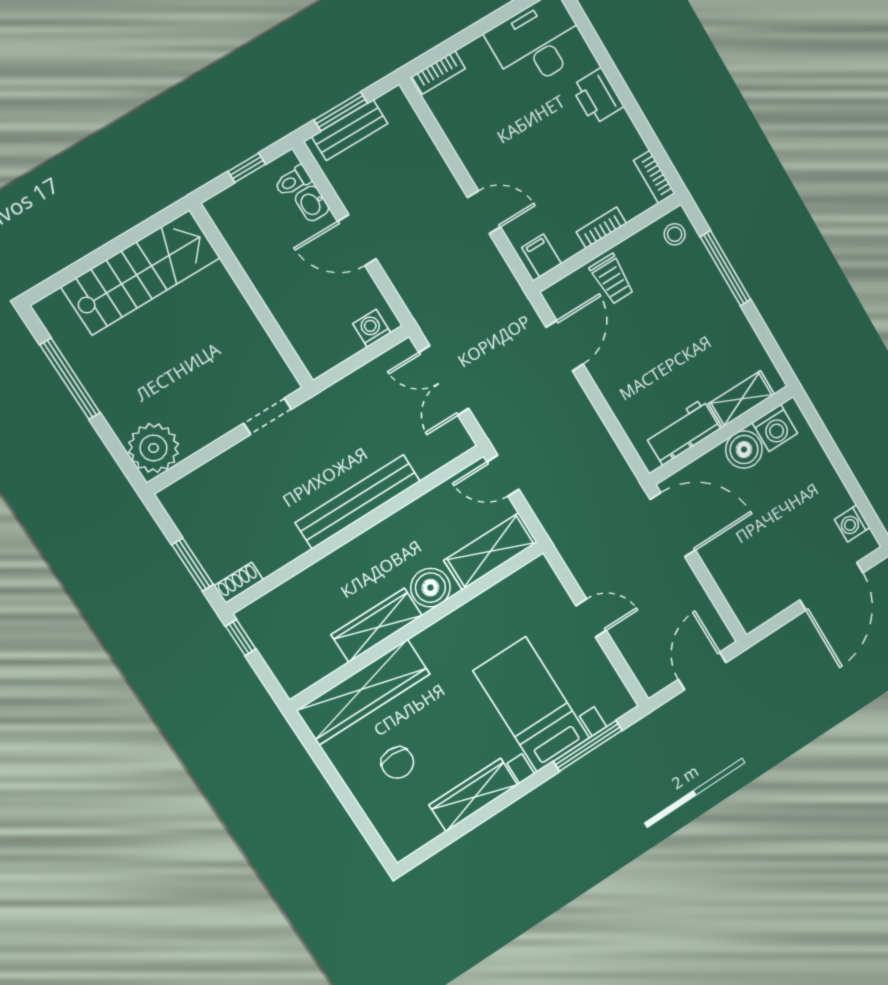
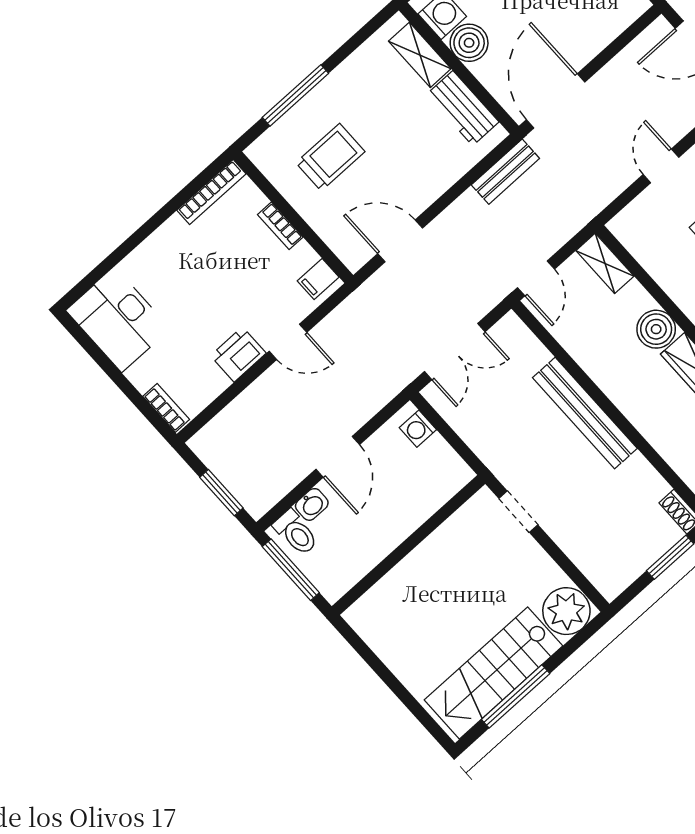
printer: (597, 96) -> (238, 354), moved, turned 180
bench: (350, 130) -> (505, 172), moved, turned 90
window: (247, 168) -> (291, 570), width x2.17
bookcase: (654, 177) -> (211, 192), width x1.56
toilet: (293, 181) -> (296, 533), width x1.37, depth x1.39
door: (484, 212) -> (288, 342), swing flipped
stool: (675, 234) -> (272, 152), removed
stairs: (141, 272) -> (494, 673), moved, turned -90
trolley: (612, 279) -> (330, 157), moved, width x1.36, depth x1.39
shelving: (491, 551) -> (605, 263), width x0.67, depth x0.75

